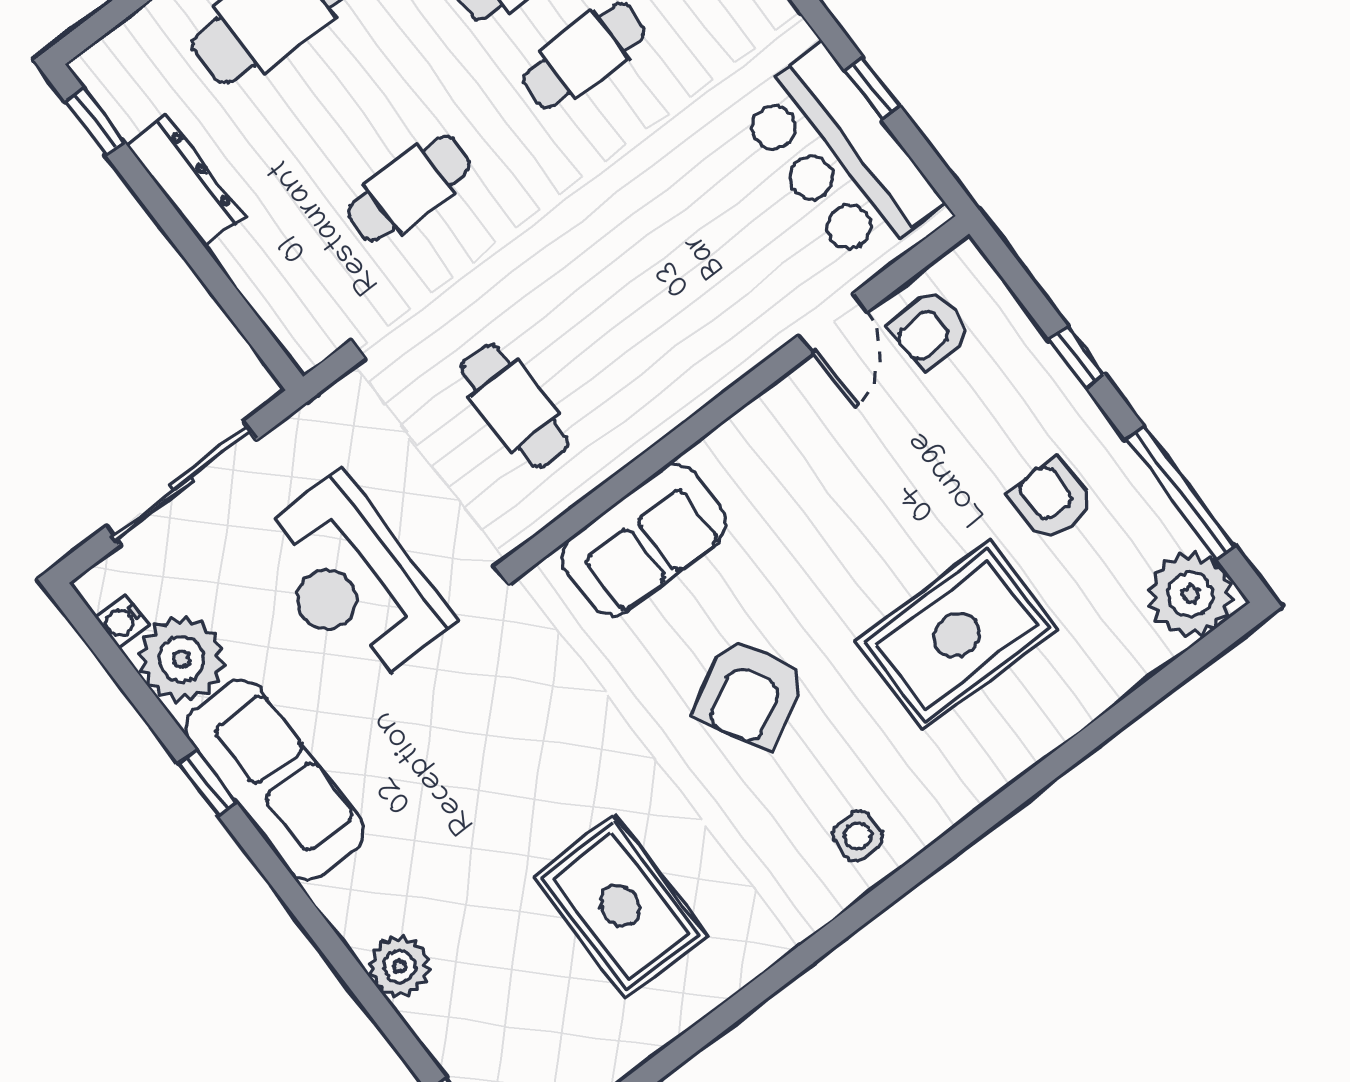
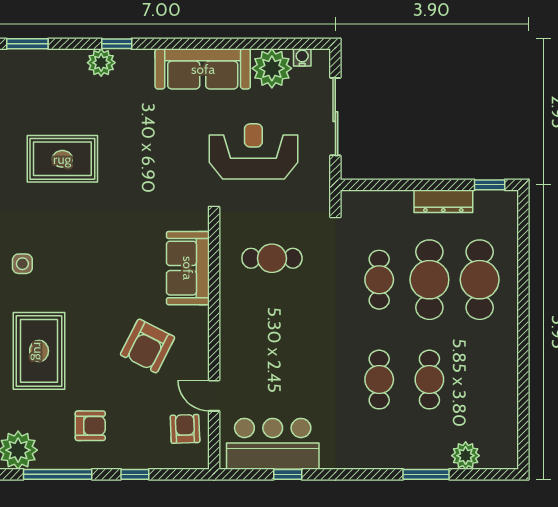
cafe table: (342, 100) -> (429, 280), added
rug: (956, 635) -> (39, 351), moved
armchair: (750, 693) -> (148, 346), moved, turned -125
window: (207, 783) -> (117, 44), moved

